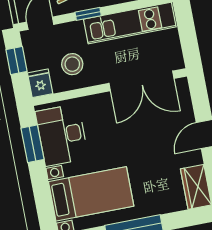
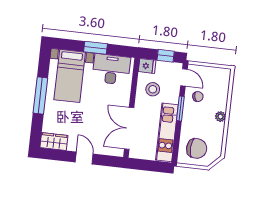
window: (88, 14) -> (180, 109), width x1.50
window: (32, 144) -> (96, 48), moved

